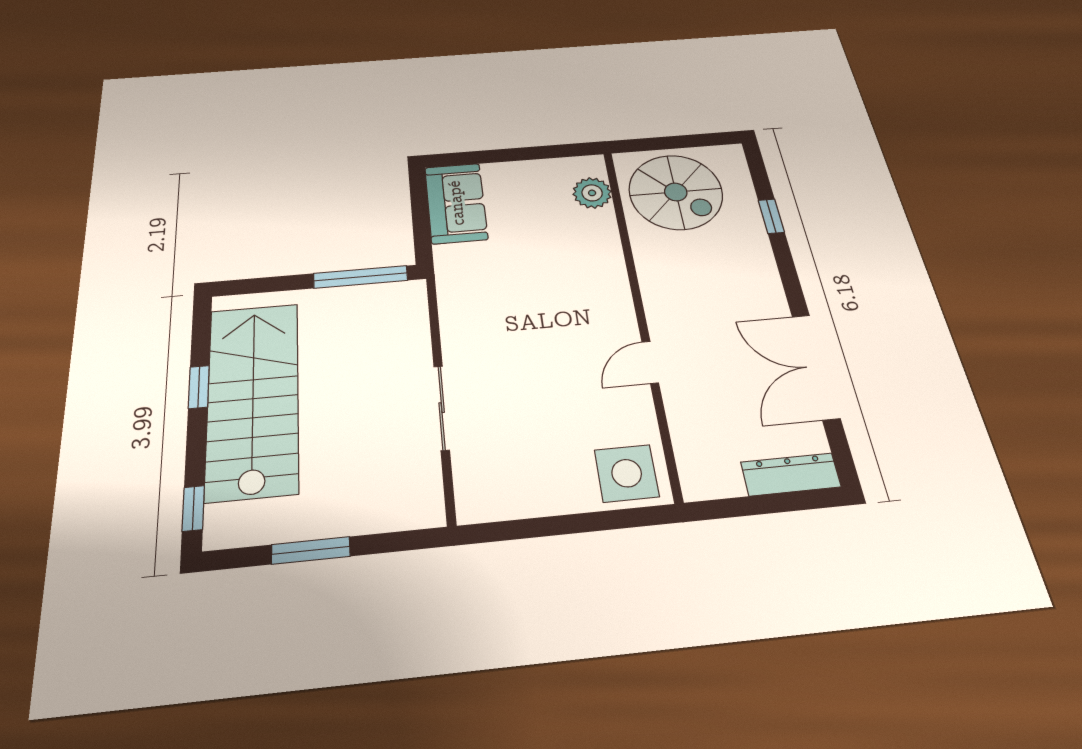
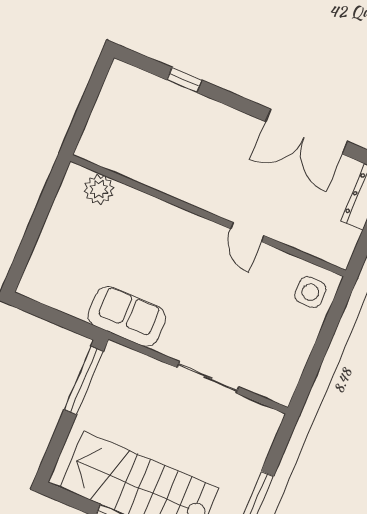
spiral stairs: (676, 192) -> (130, 132), removed
sofa: (456, 203) -> (127, 316), moved
side table: (627, 473) -> (310, 292), width x0.73, depth x0.73

